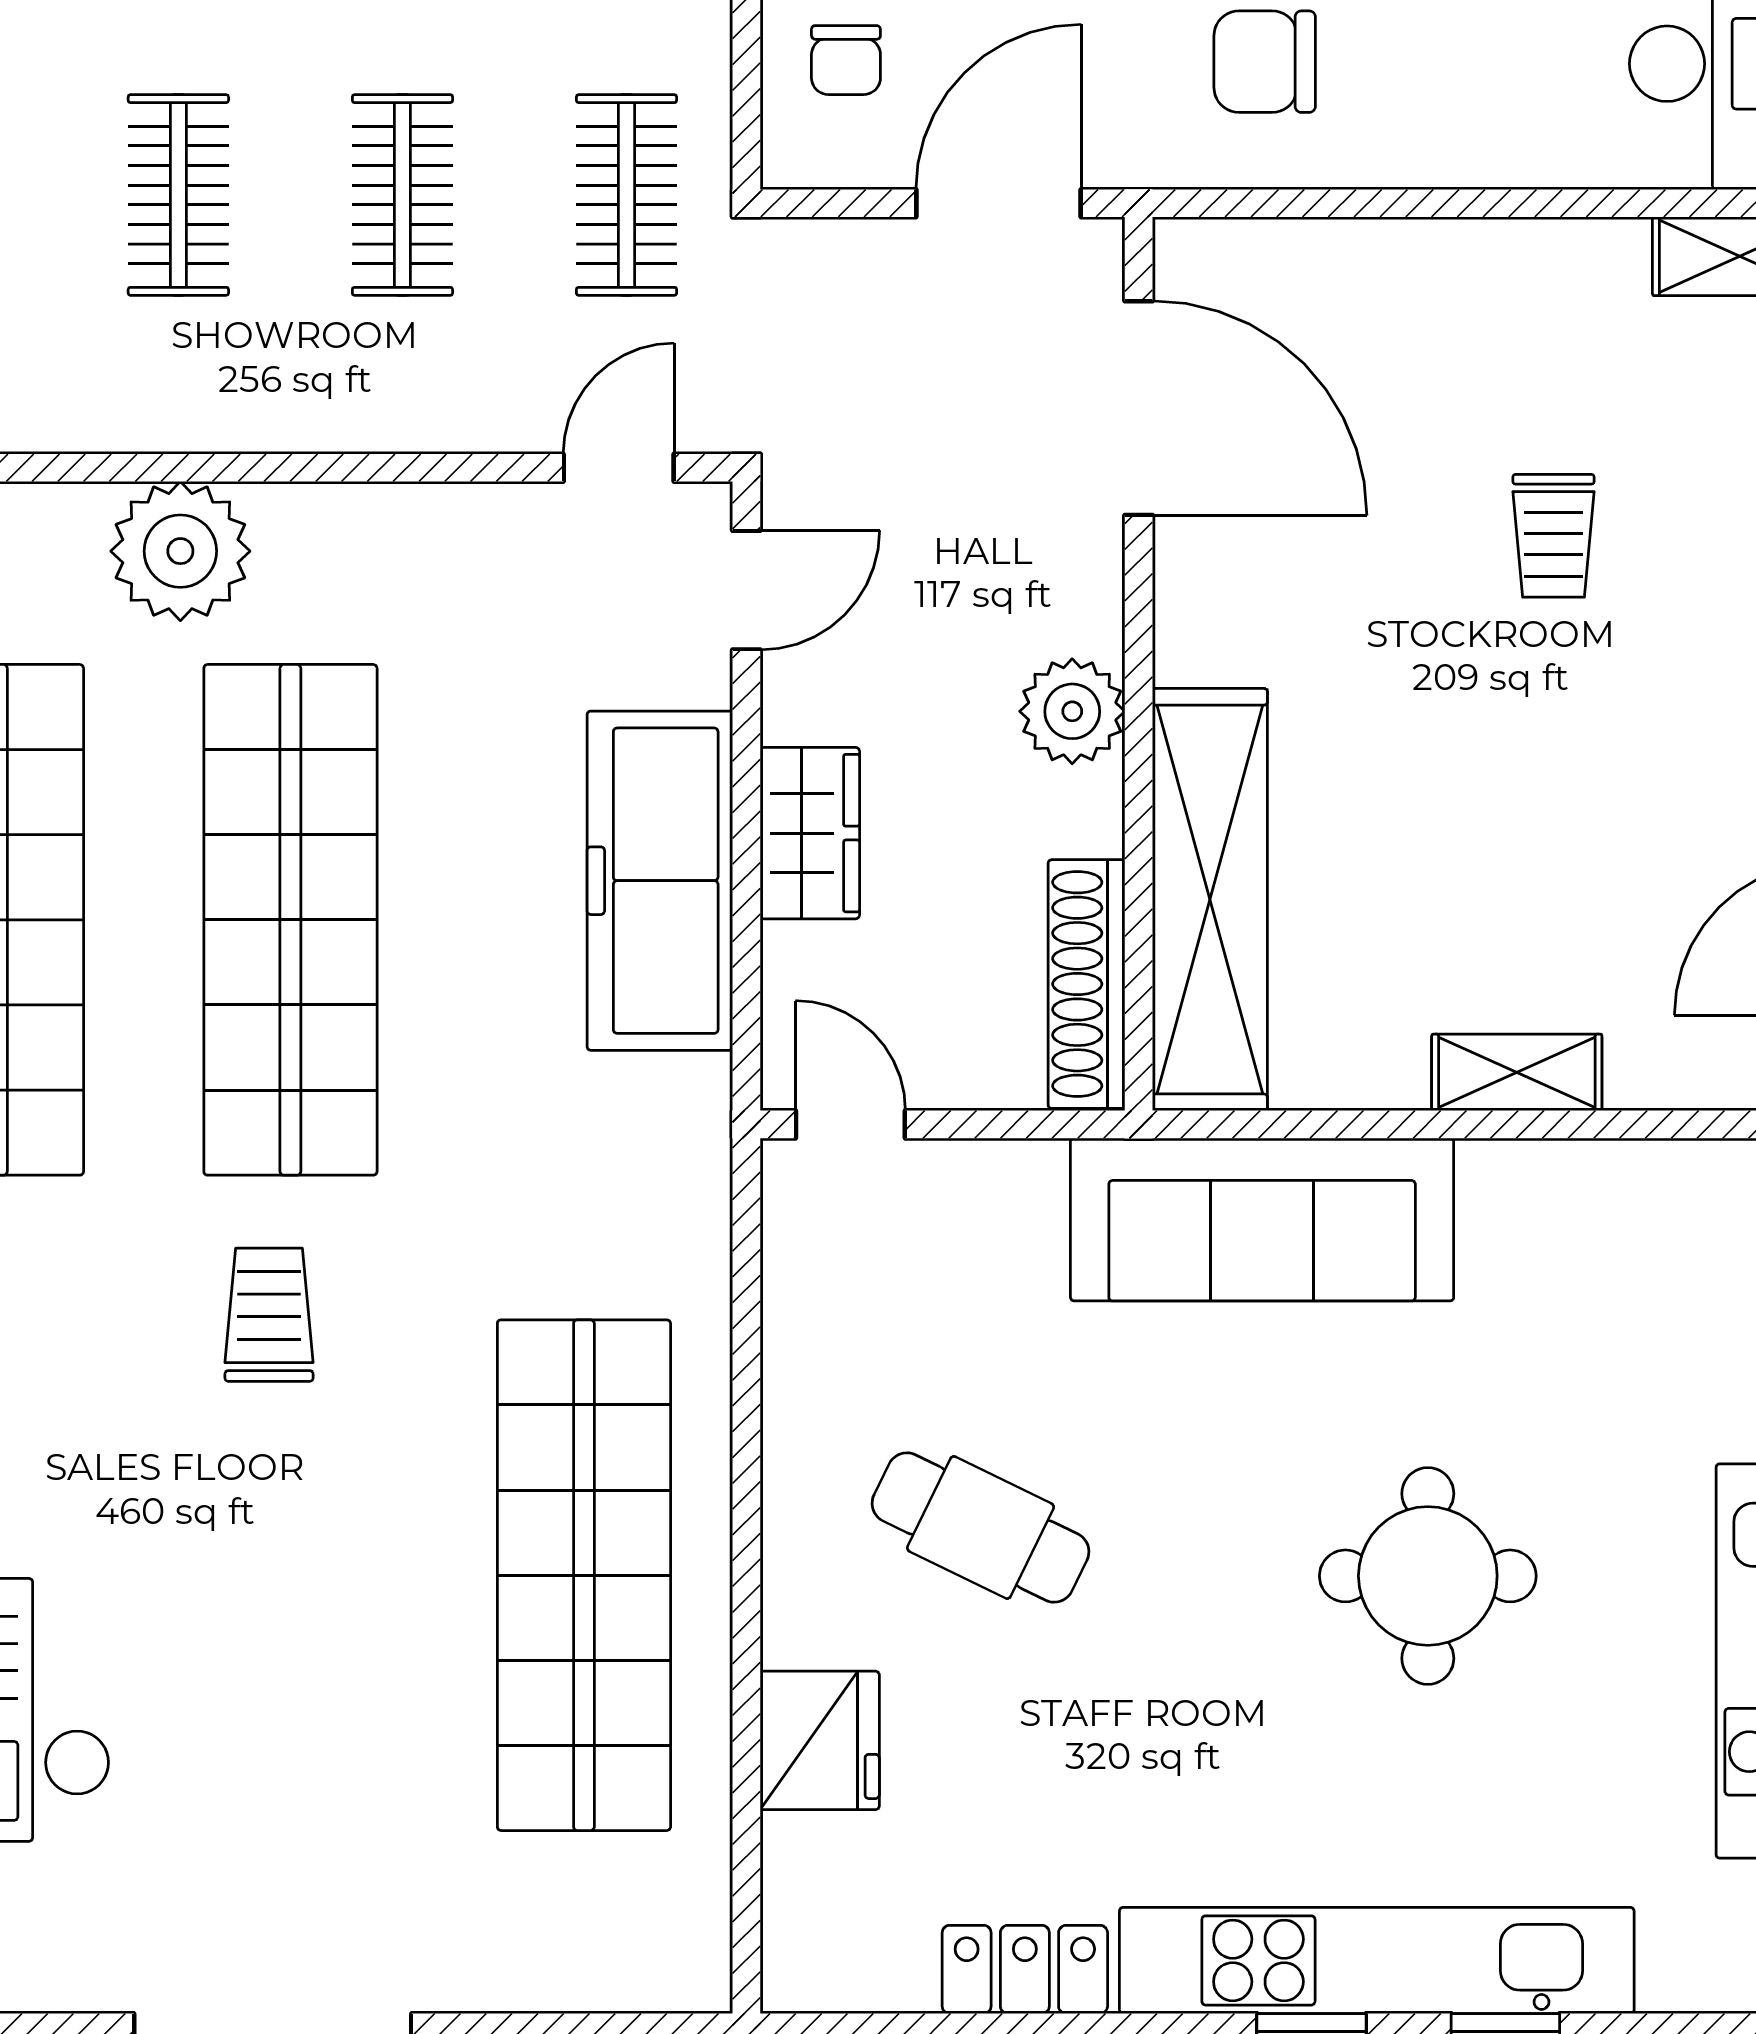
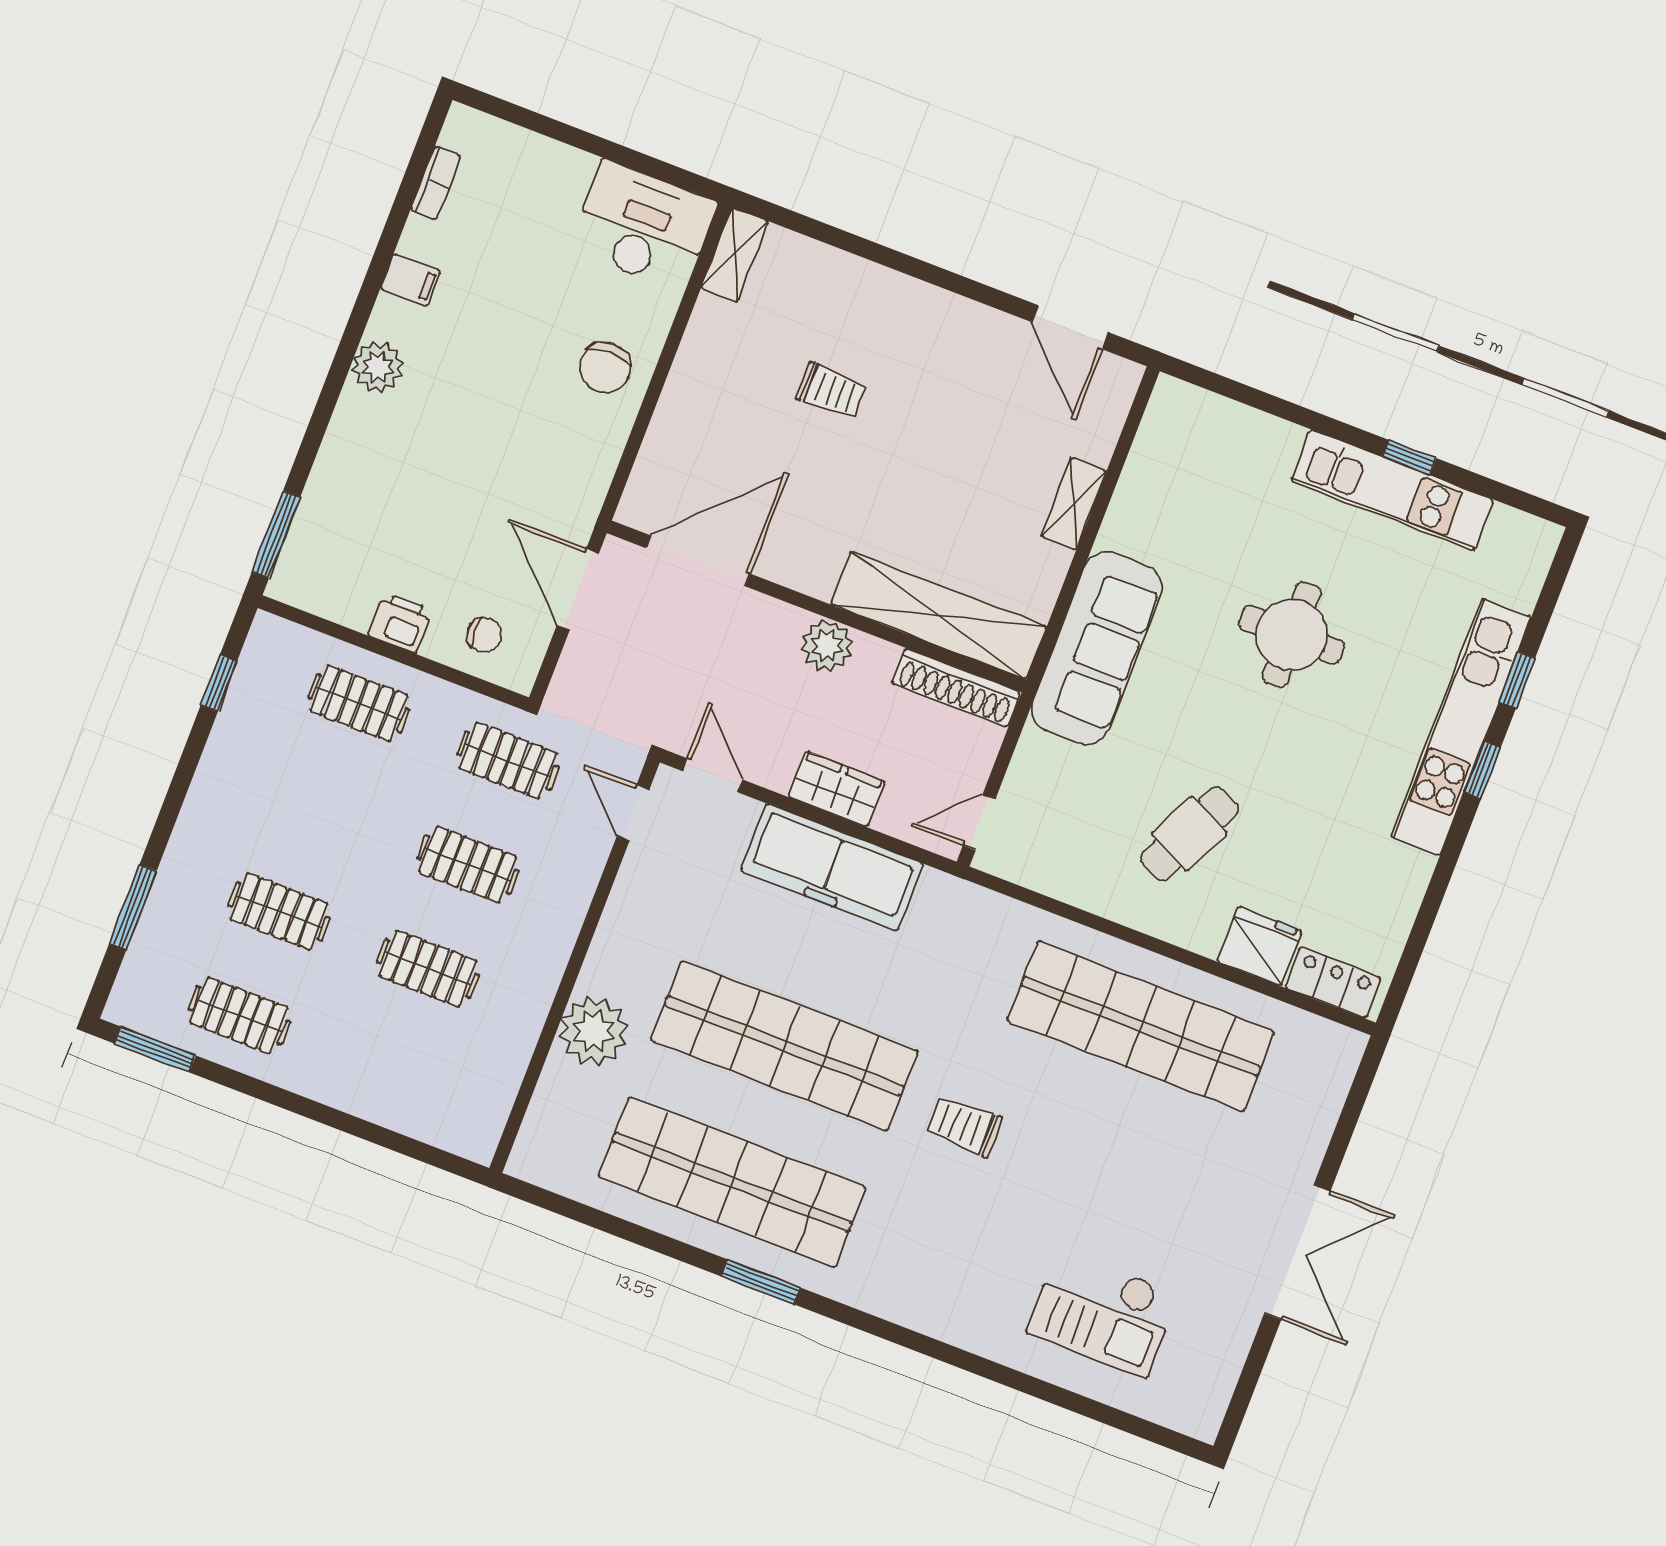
chair: (1265, 62) -> (605, 367), moved
locker: (1025, 1969) -> (1333, 983), moved, turned 90

